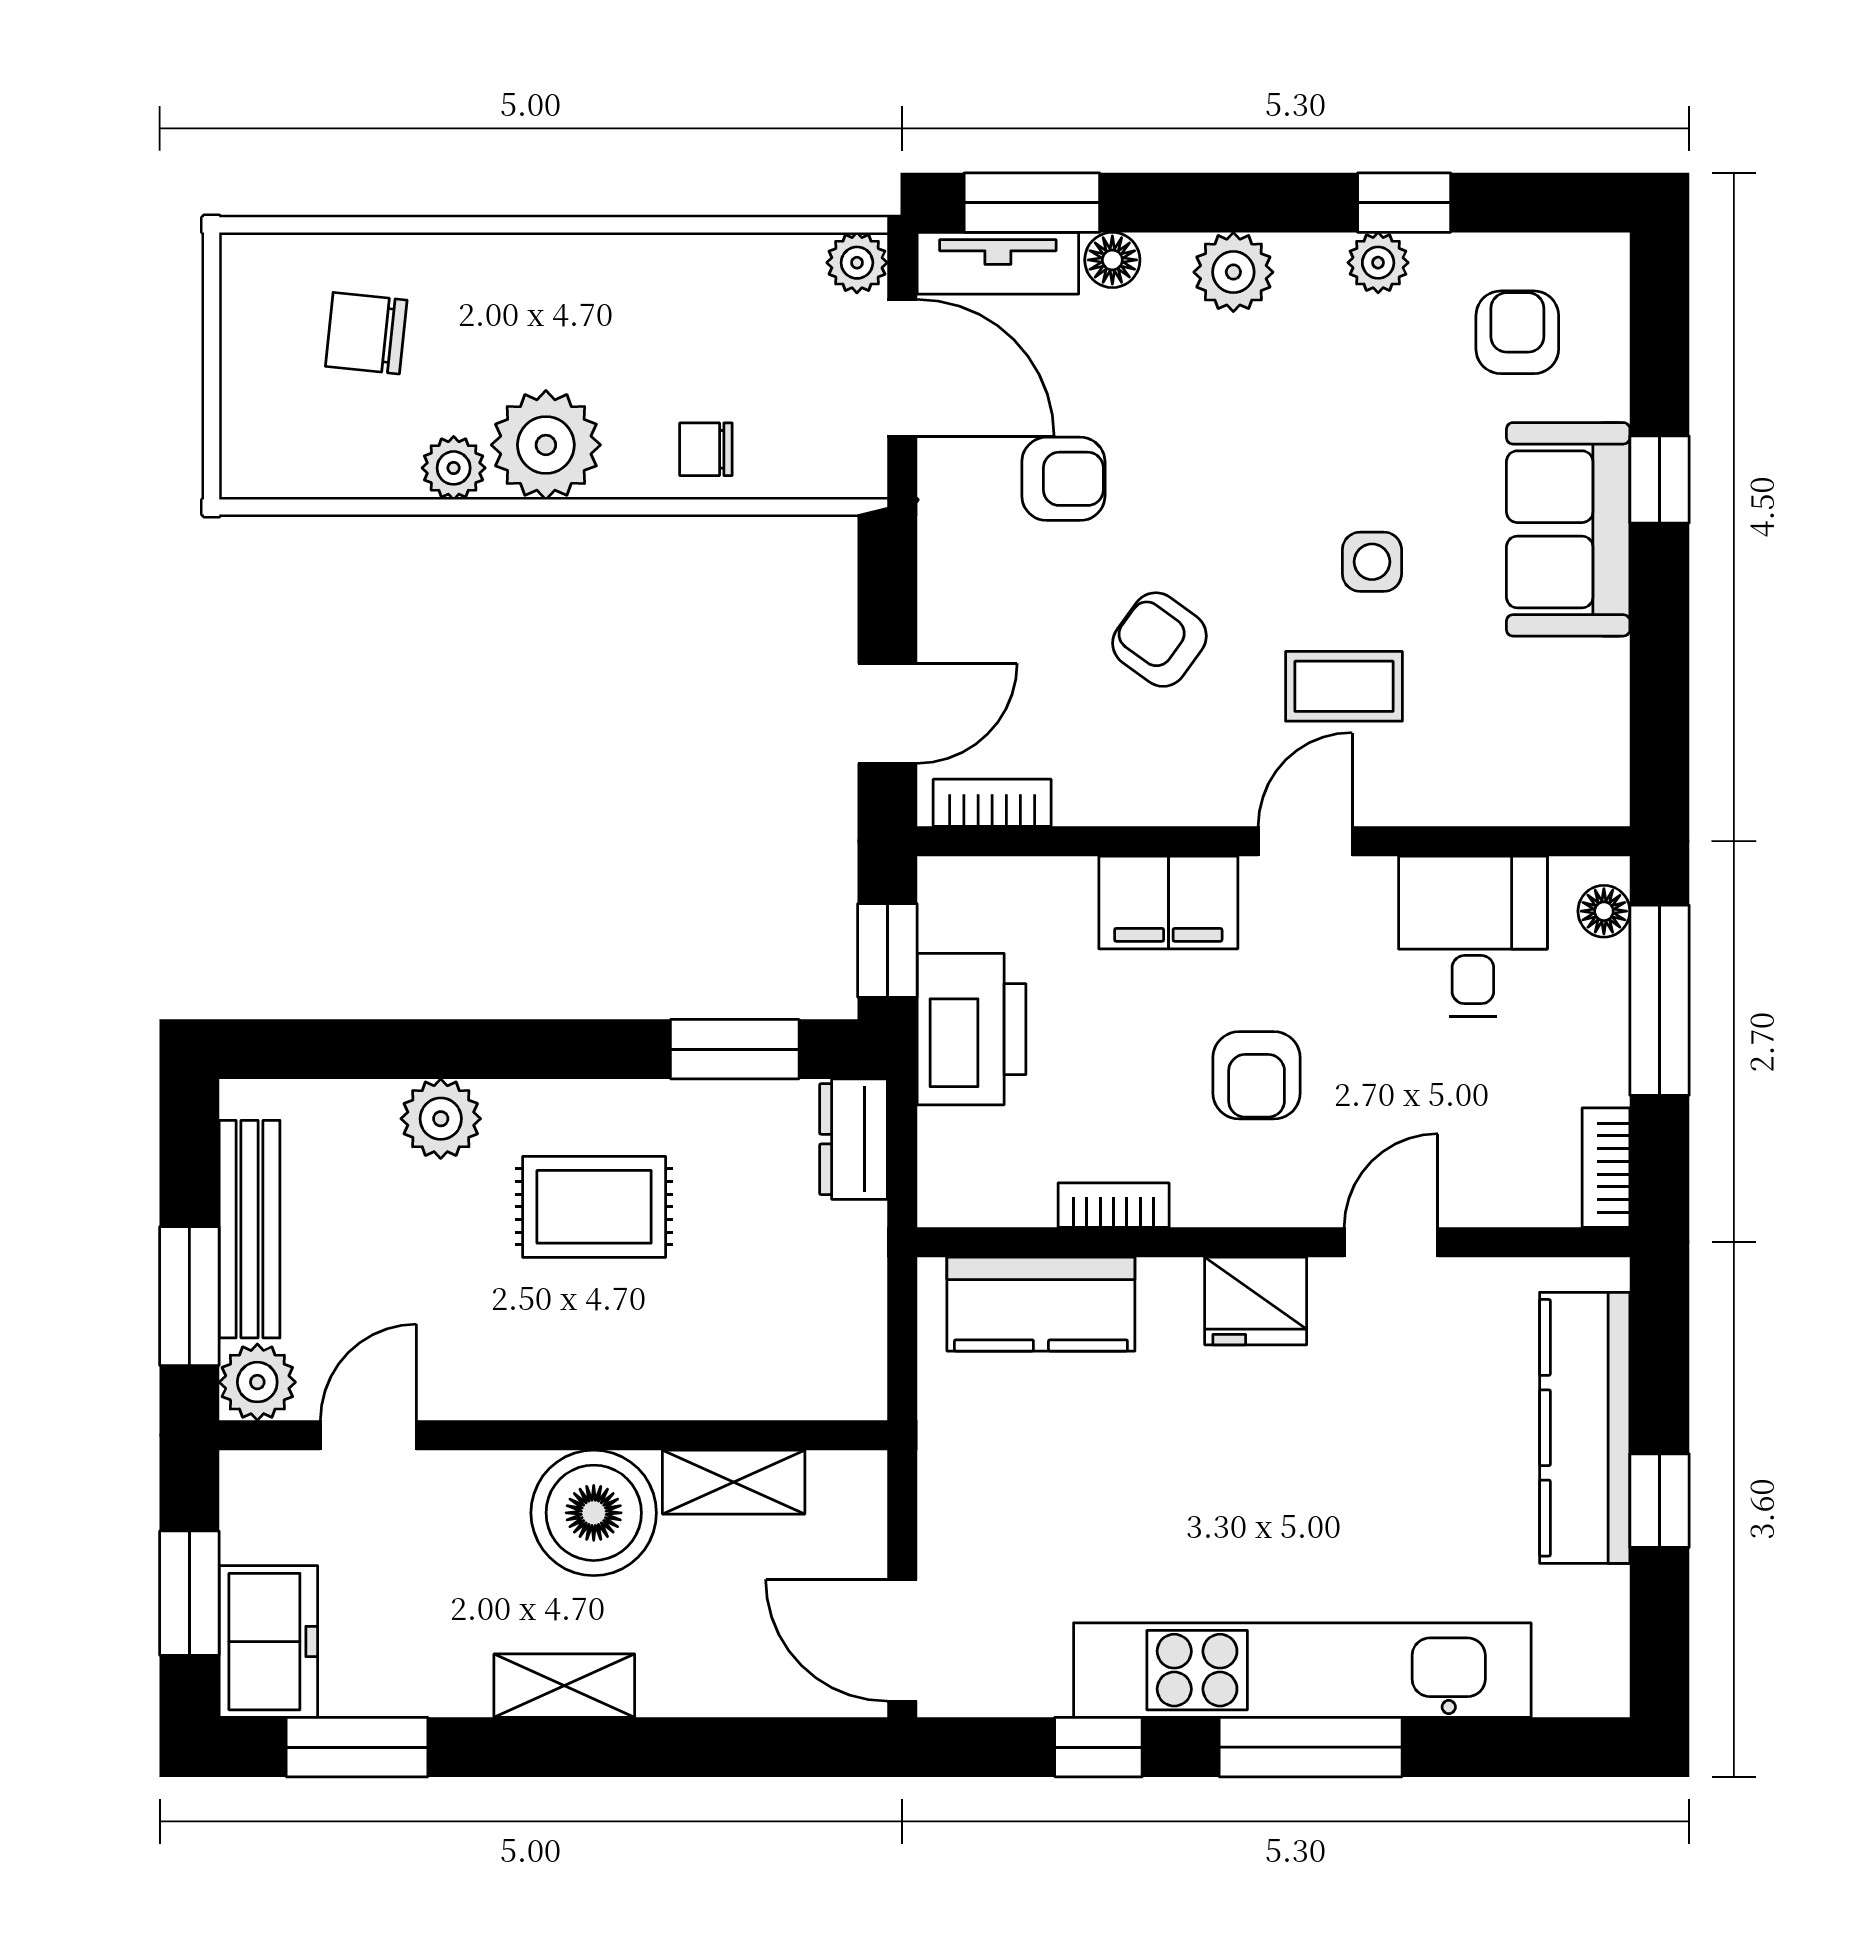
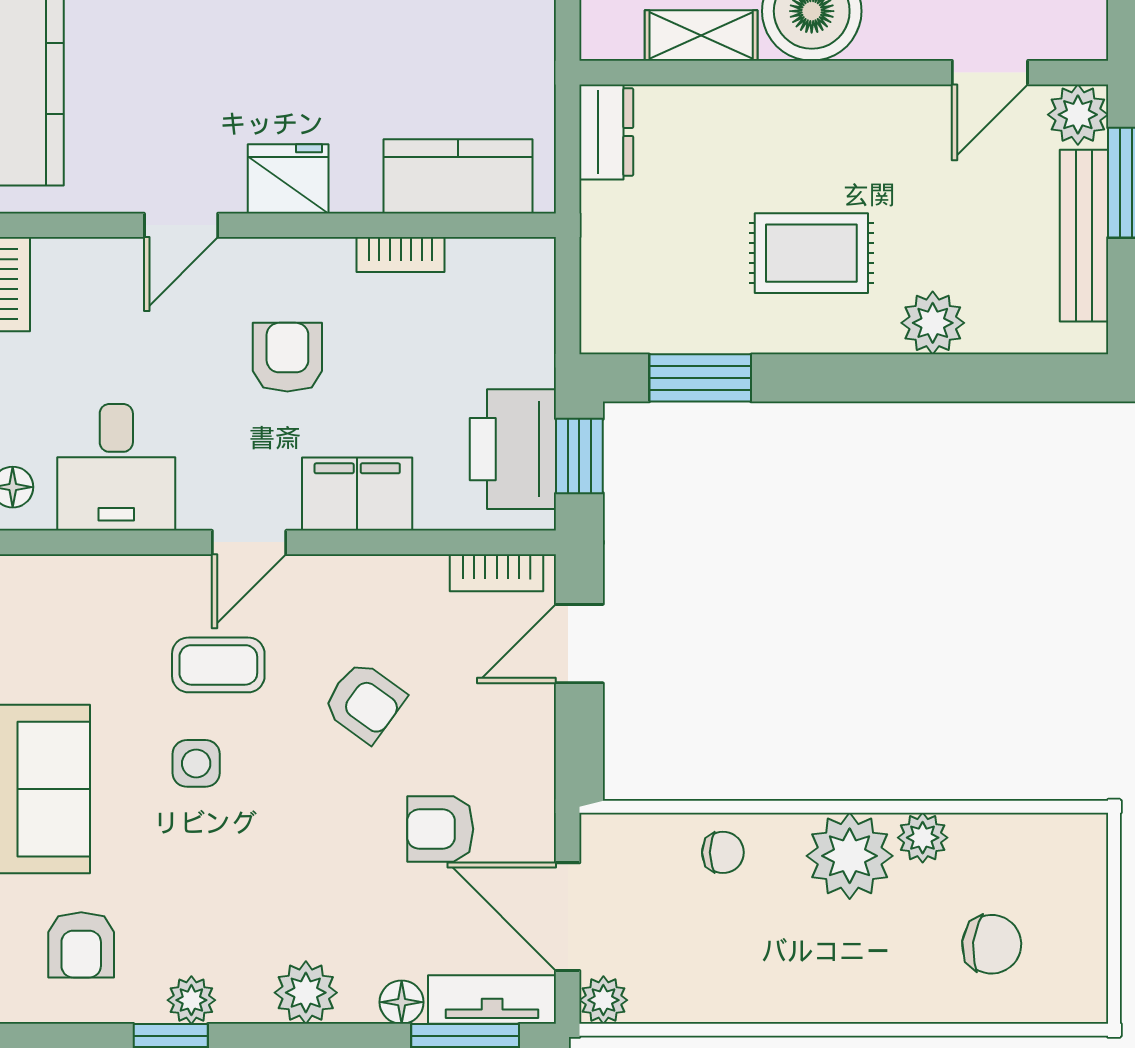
printer: (971, 1029) -> (513, 449), moved
dresser: (853, 1139) -> (606, 132), moved

